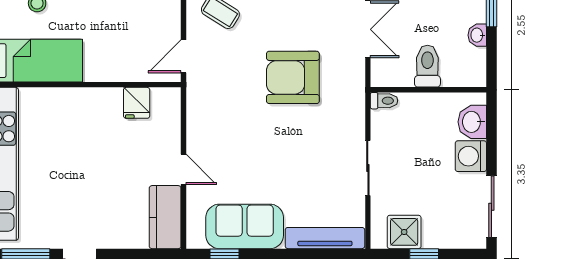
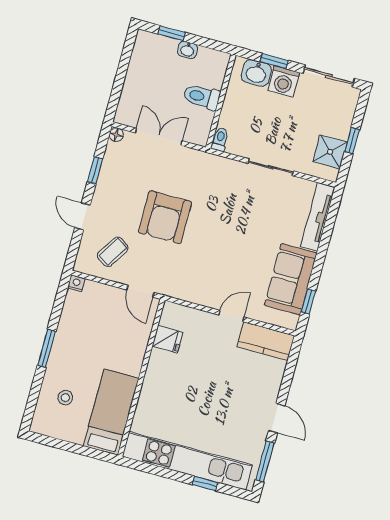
armchair: (293, 77) -> (165, 217), moved
window: (491, 139) -> (274, 61), added

